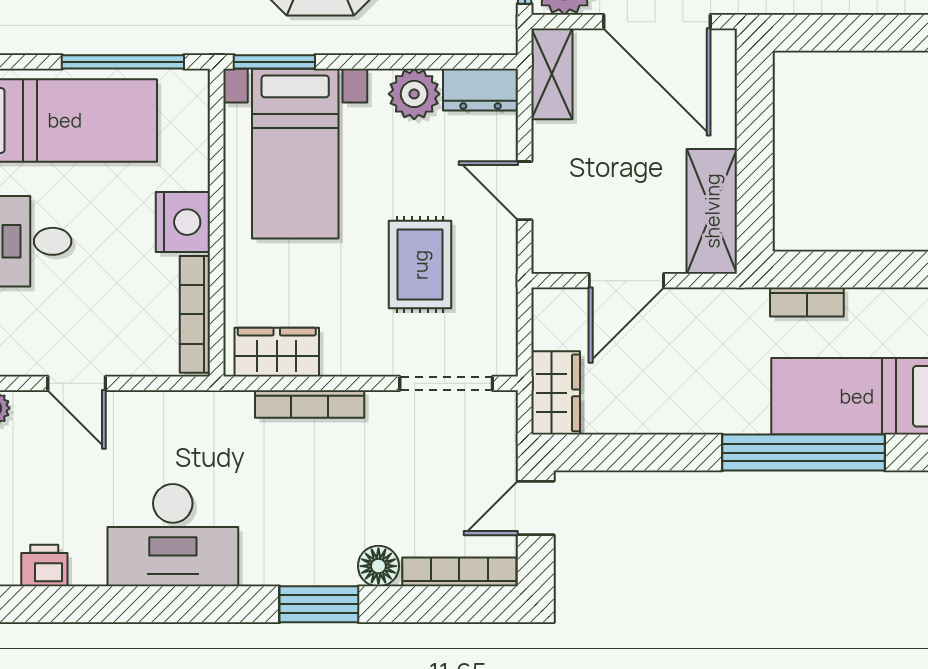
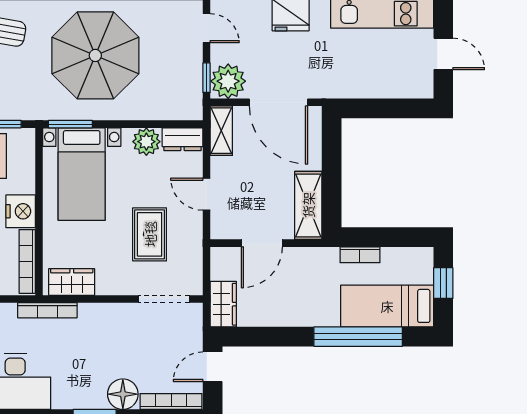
bookcase: (310, 404) -> (47, 310), moved
floor lamp: (378, 566) -> (123, 394), width x1.38, depth x1.38

